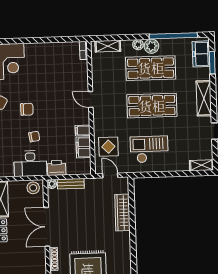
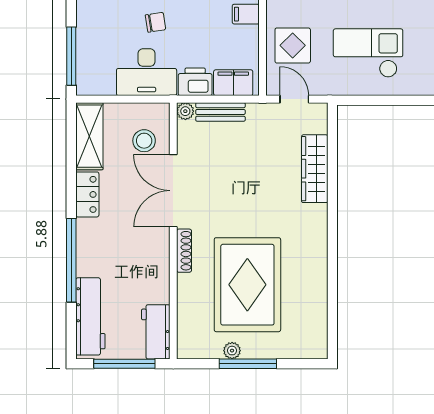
filing cabinet: (83, 147) -> (233, 83), moved, turned 90
stool: (33, 188) -> (144, 141), moved

